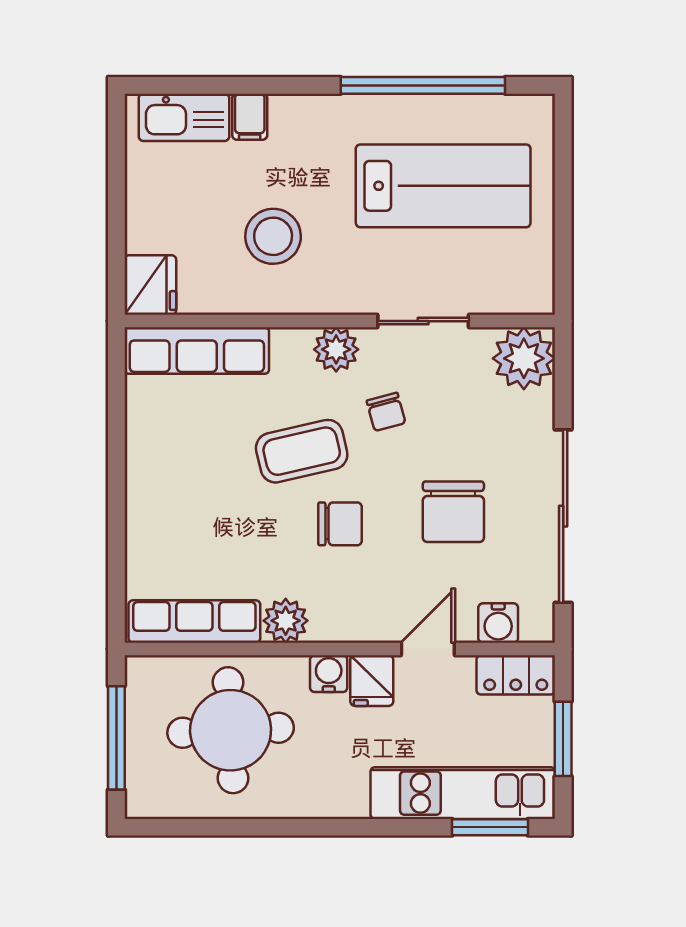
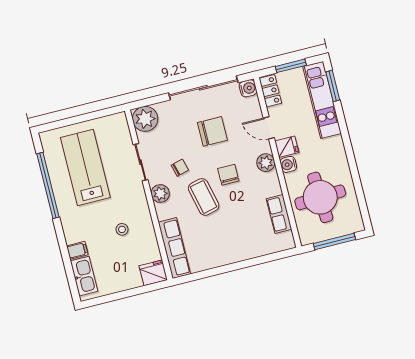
stool: (273, 236) -> (122, 229), width x0.53, depth x0.53
plant: (286, 621) -> (266, 163), moved
row of seats: (194, 622) -> (279, 214), width x0.68
water cooler: (498, 623) -> (248, 88), moved

